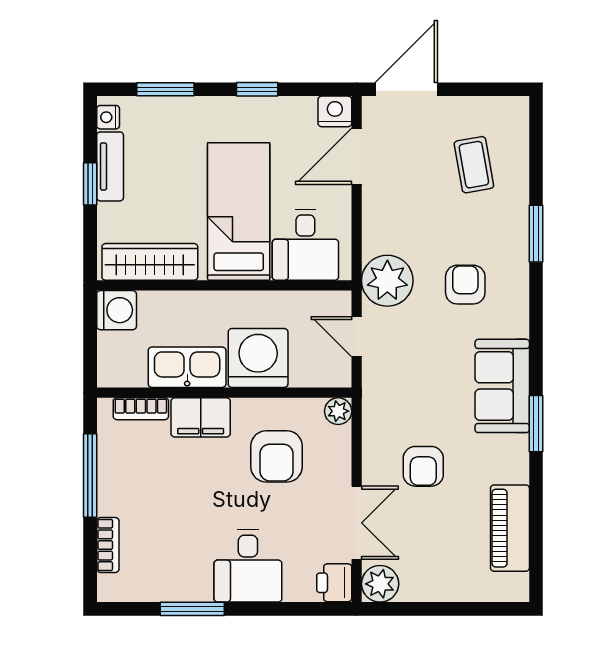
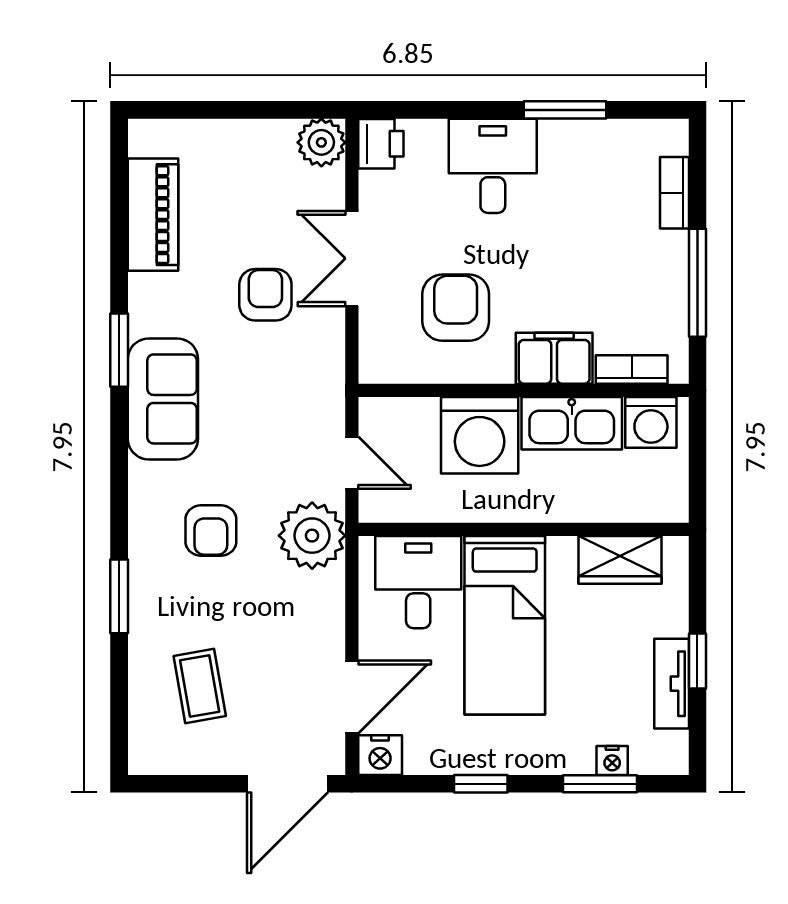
nightstand: (108, 117) -> (612, 760), moved, turned 90
wardrobe: (150, 262) -> (620, 560), width x0.67
washing machine: (117, 310) -> (651, 422), moved, turned -90
plant: (338, 411) -> (376, 366), removed
double door: (357, 523) -> (352, 258), moved

